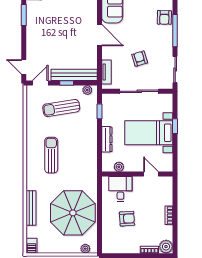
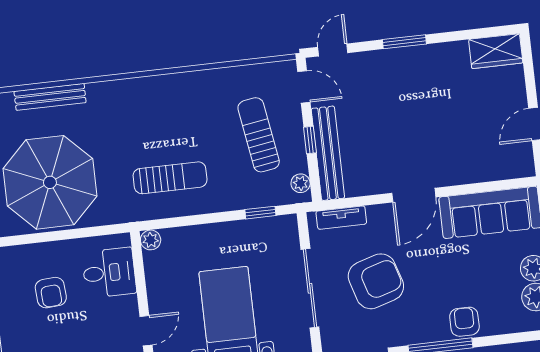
window: (24, 15) -> (404, 42), moved
armchair: (164, 17) -> (464, 322), turned 89
armchair: (140, 59) -> (376, 281), width x1.88, depth x1.88
dresser: (107, 139) -> (206, 234), removed
sun lounger: (51, 155) -> (170, 178), moved
plant: (119, 167) -> (151, 240), moved

